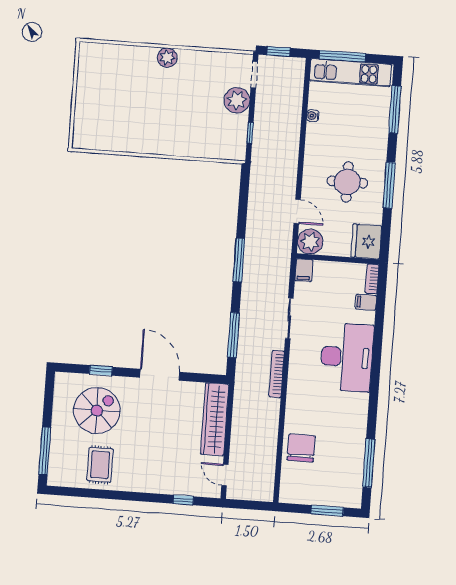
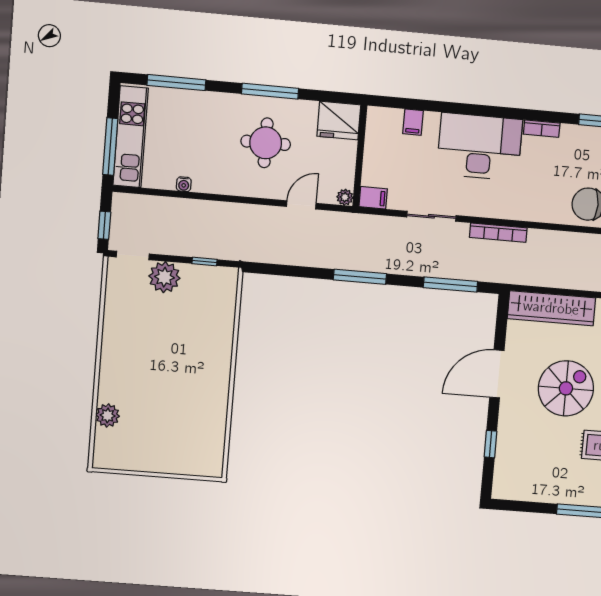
plant: (167, 58) -> (108, 415), moved
plant: (310, 242) -> (345, 197), width x0.53, depth x0.53
bookcase: (372, 279) -> (542, 129), moved
spiral stairs: (97, 410) -> (566, 388), moved, turned 90

